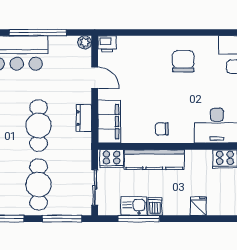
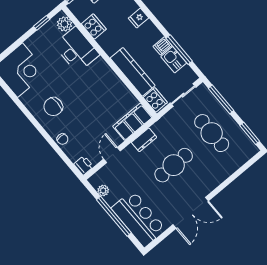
plant: (85, 42) -> (103, 190), moved
chair: (162, 129) -> (62, 139), moved
cafe table: (39, 184) -> (212, 133), turned 90

